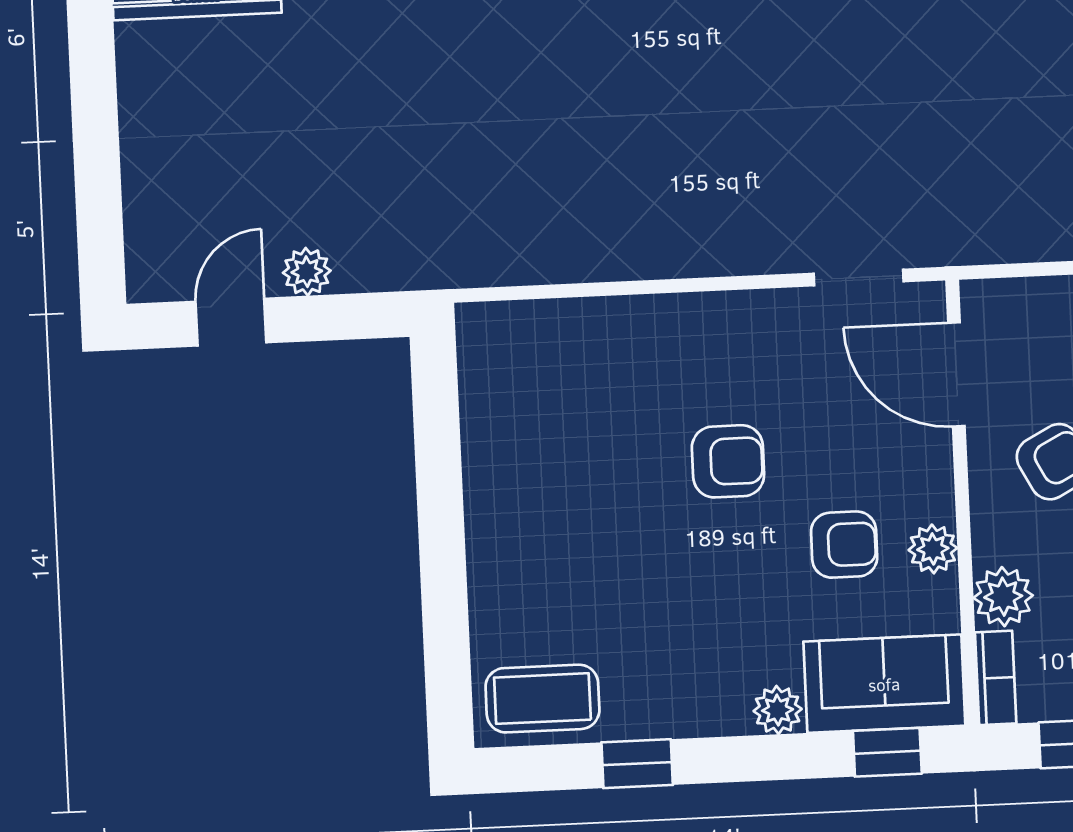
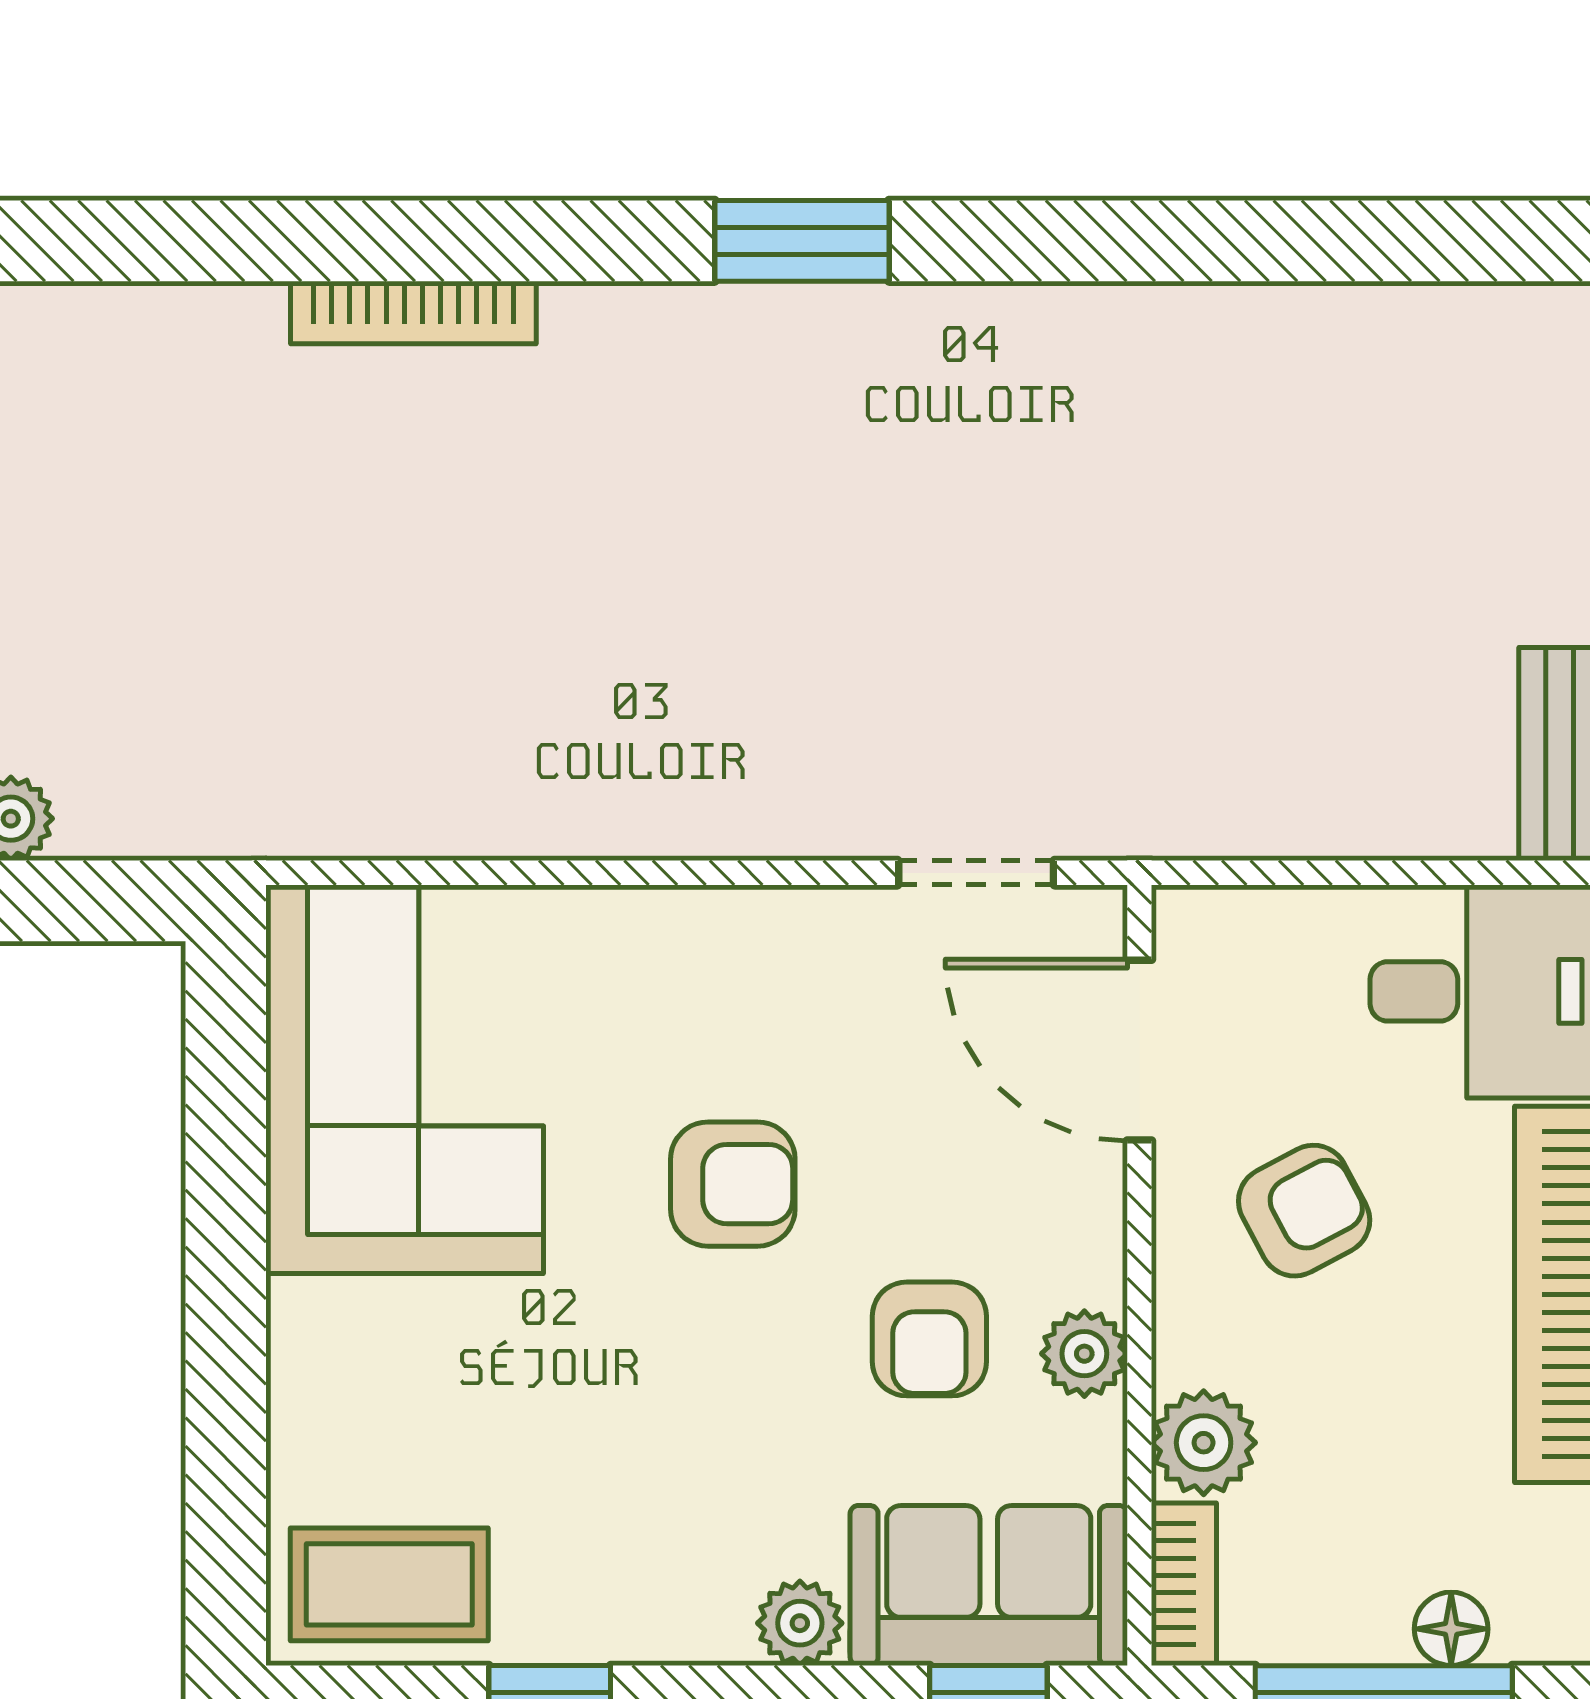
corner sofa: (538, 410) -> (405, 1079), added
armchair: (844, 545) -> (929, 1339), turned 90

